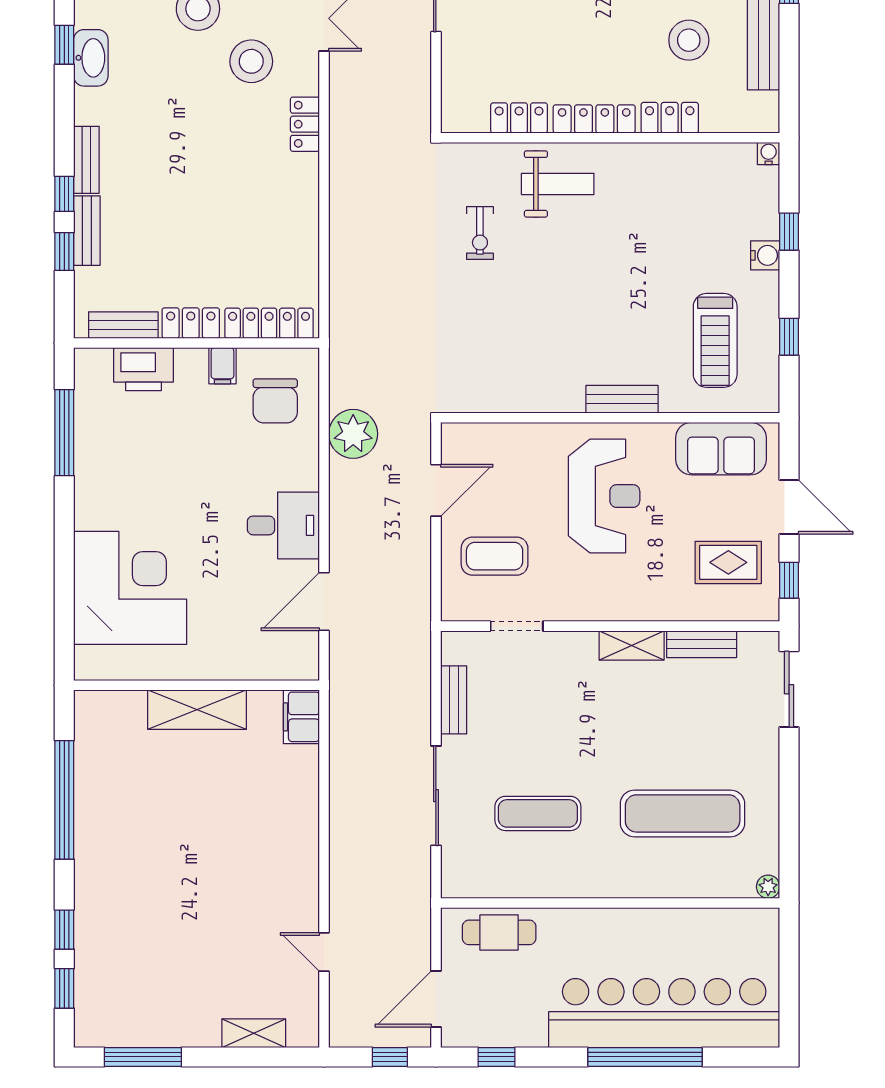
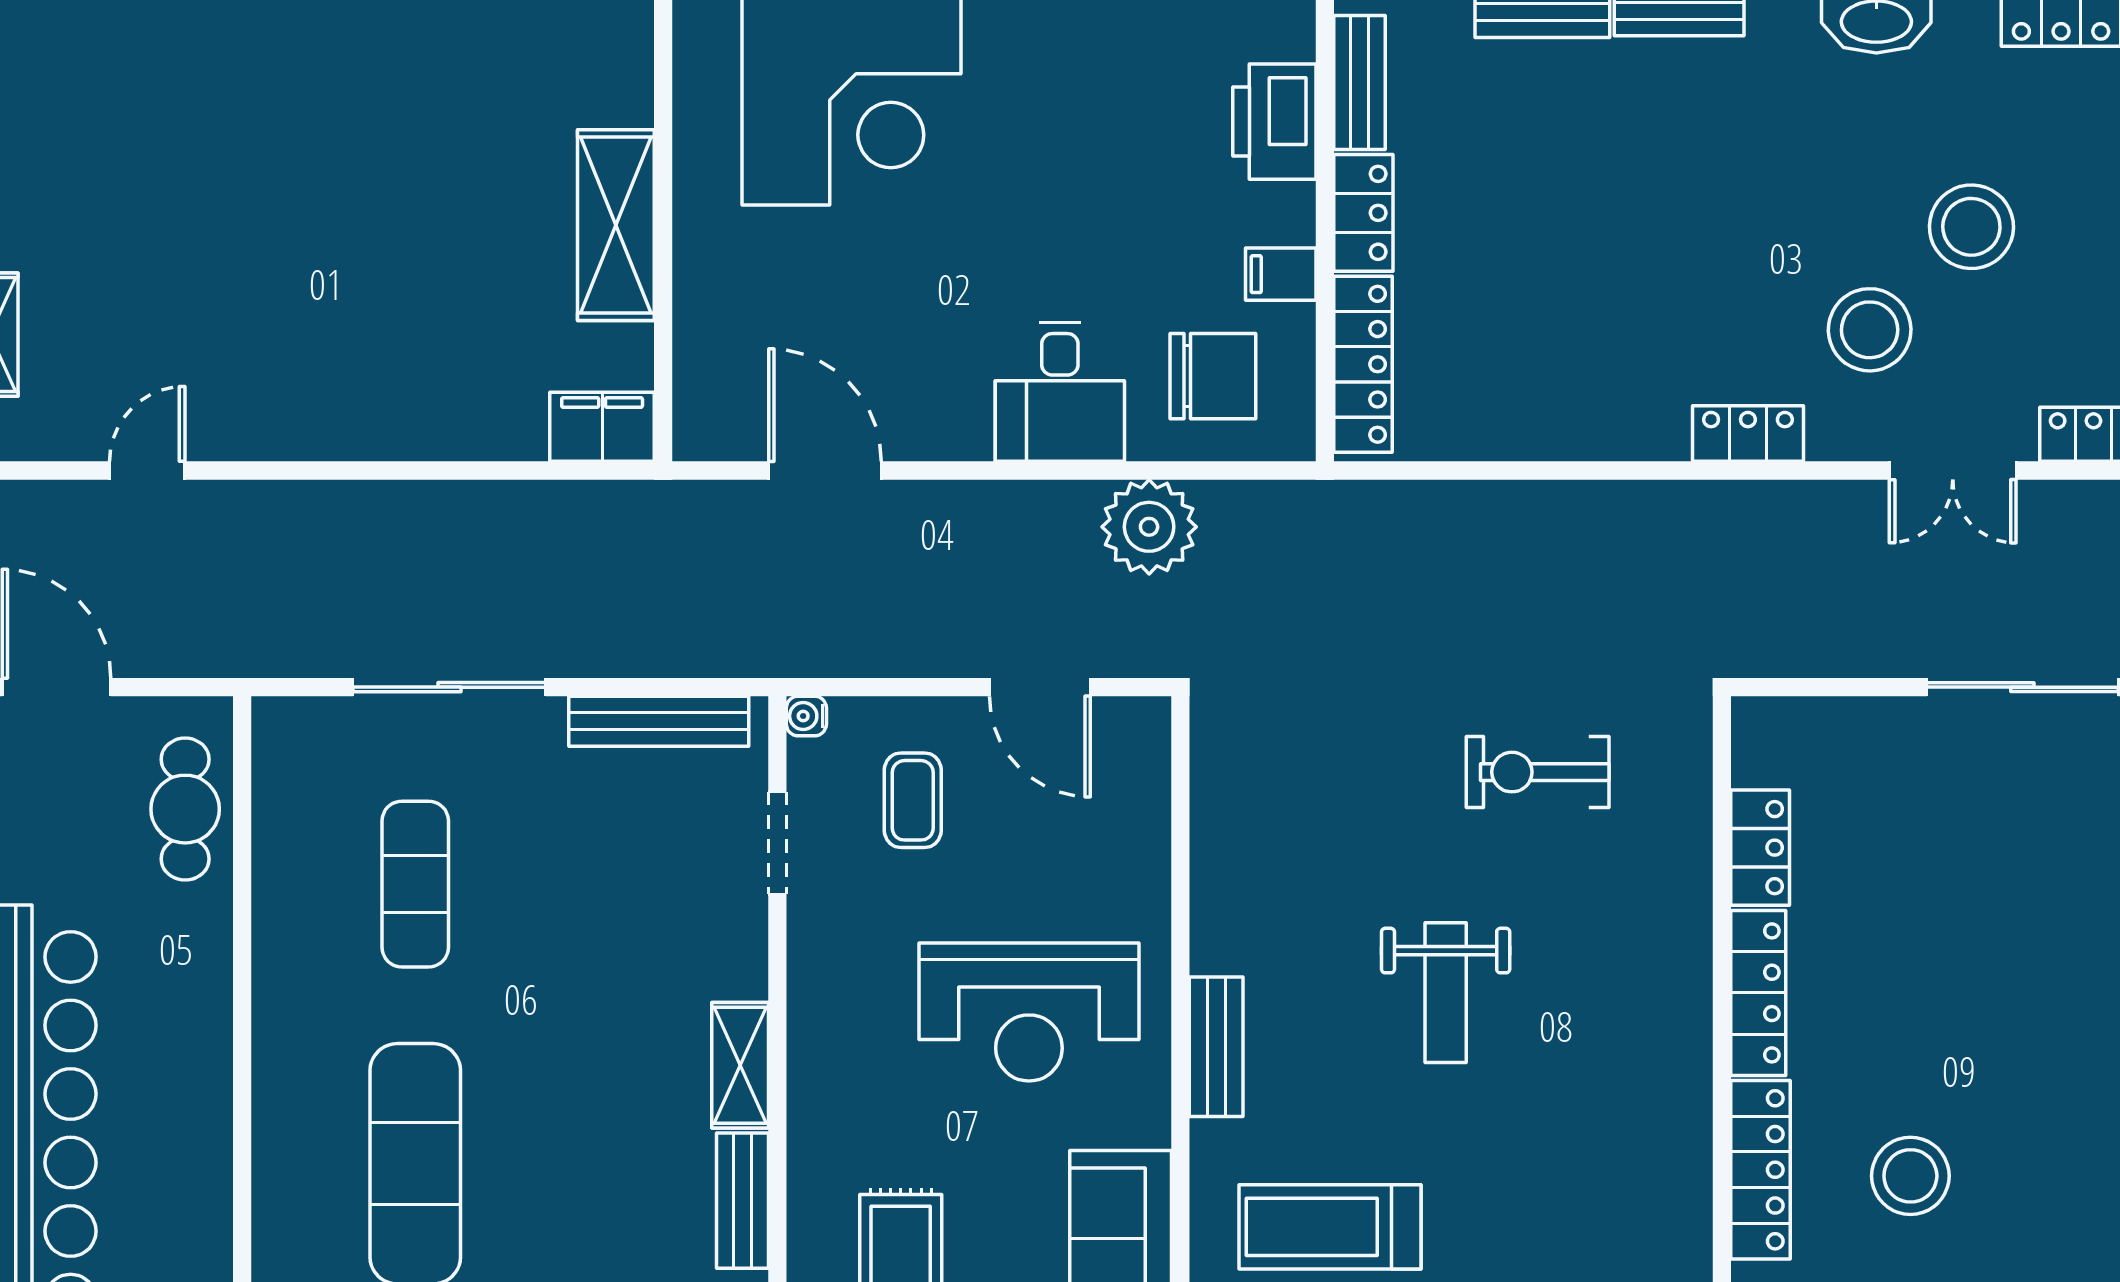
locker: (670, 118) -> (1760, 1170), width x1.53
weight bench: (558, 184) -> (1446, 993), moved
exercise bike: (480, 233) -> (1538, 772), width x1.38, depth x1.39
chair: (275, 401) -> (1213, 376), turned 180
desk: (283, 525) -> (1060, 392), moved
coffee table: (495, 556) -> (913, 800), width x0.73, depth x0.77
water cooler: (451, 611) -> (806, 716), added
bench: (454, 700) -> (659, 721), width x1.36

